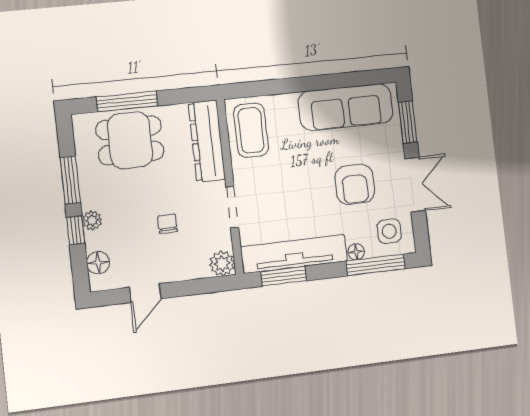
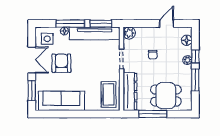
window: (127, 101) -> (153, 114), moved
double door: (415, 185) -> (32, 60), swing flipped
window: (375, 265) -> (70, 24), moved

